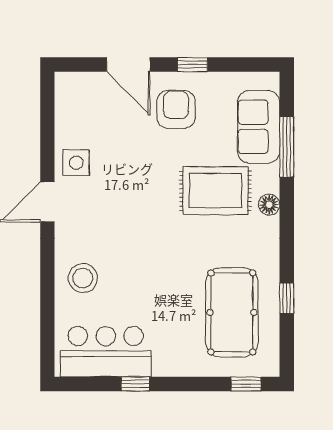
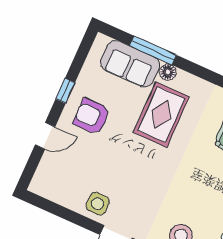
door: (128, 65) -> (45, 136), width x0.73
floor lamp: (269, 205) -> (168, 72), moved

